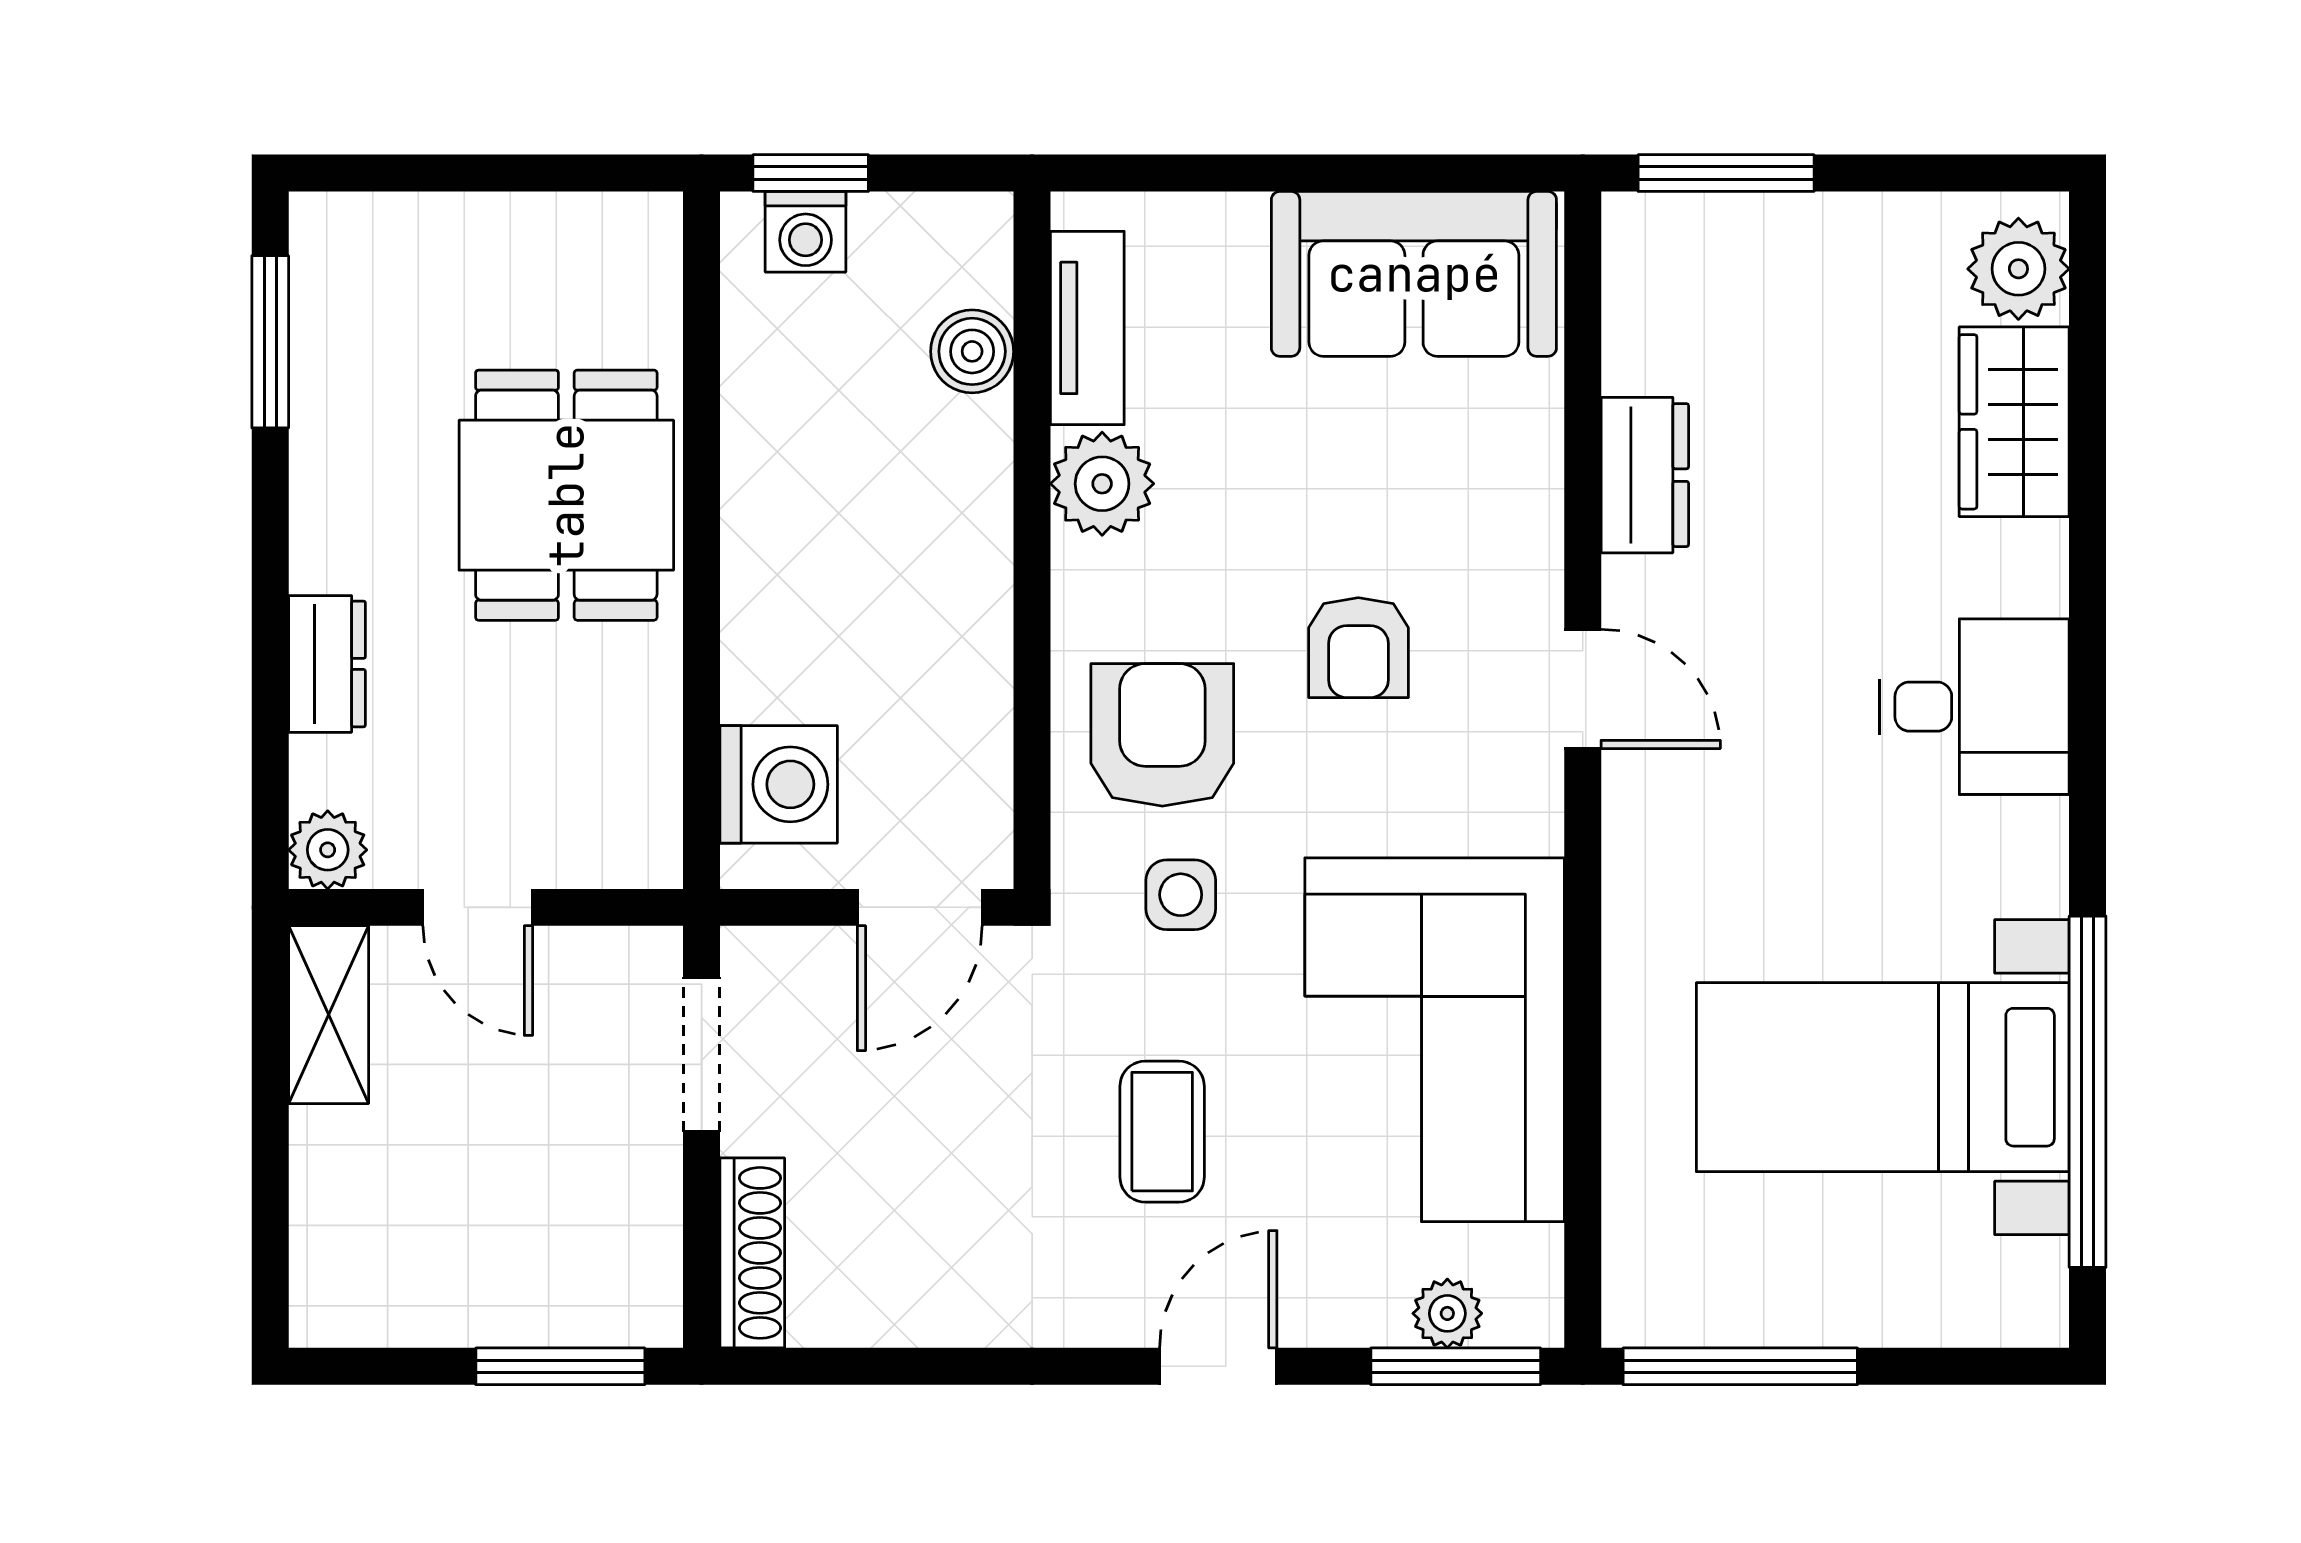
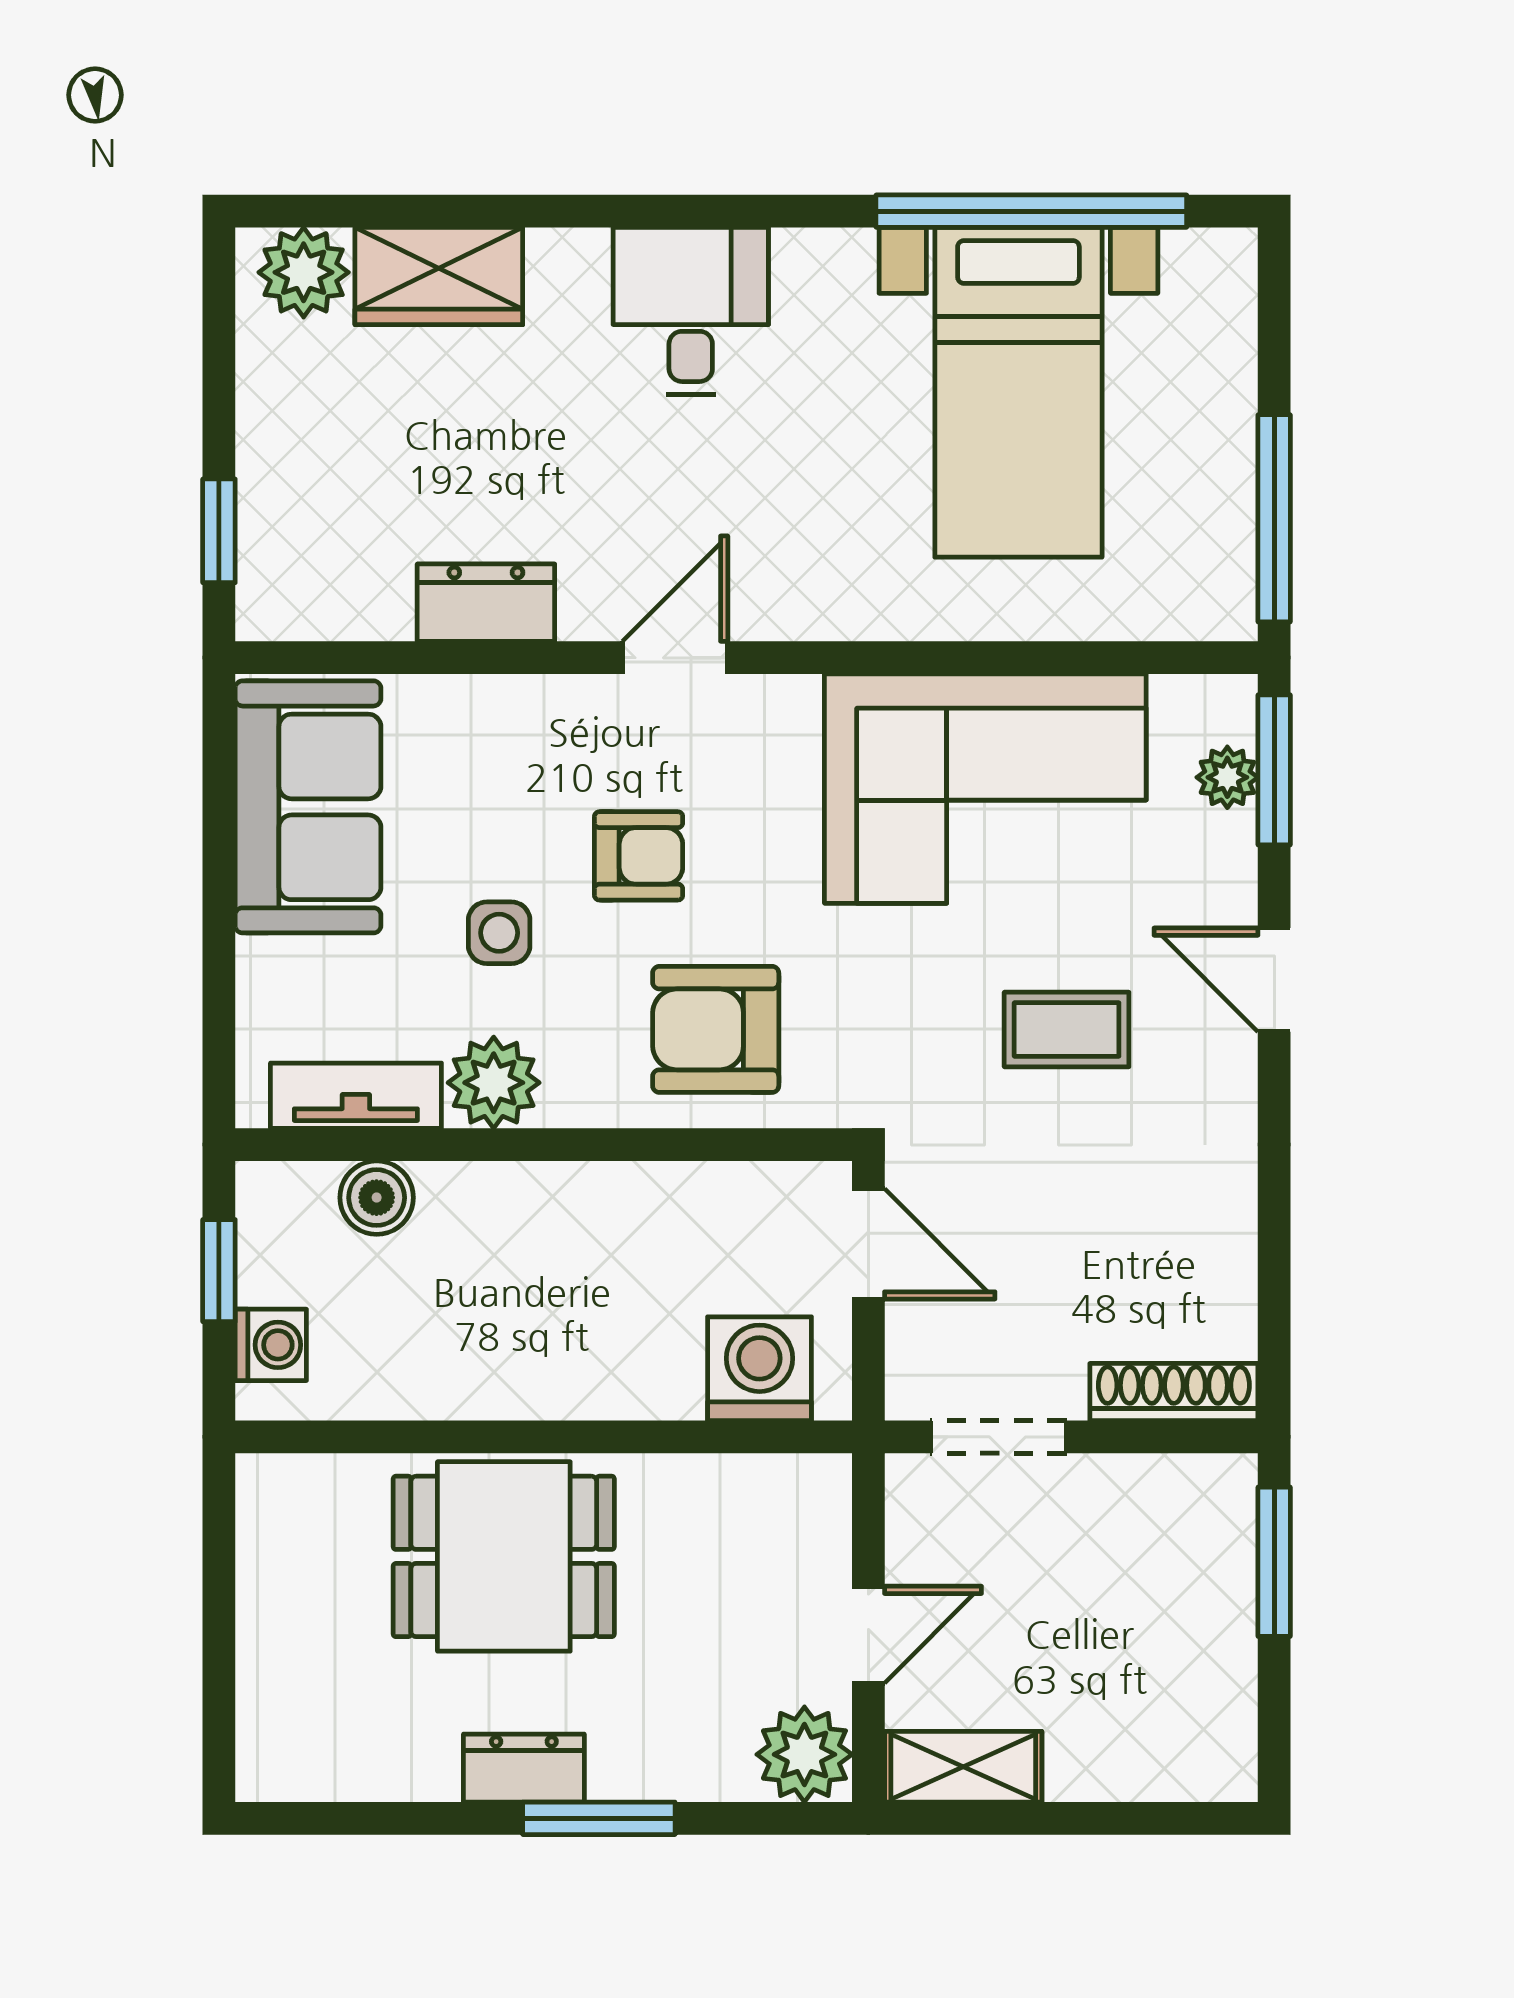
window: (811, 173) -> (219, 1271), moved
window: (1726, 173) -> (219, 531), width x0.67
window: (270, 342) -> (599, 1818), moved
dresser: (327, 664) -> (524, 1768), moved
plant: (328, 850) -> (804, 1754), width x1.38, depth x1.38
side table: (1181, 895) -> (499, 933), moved

